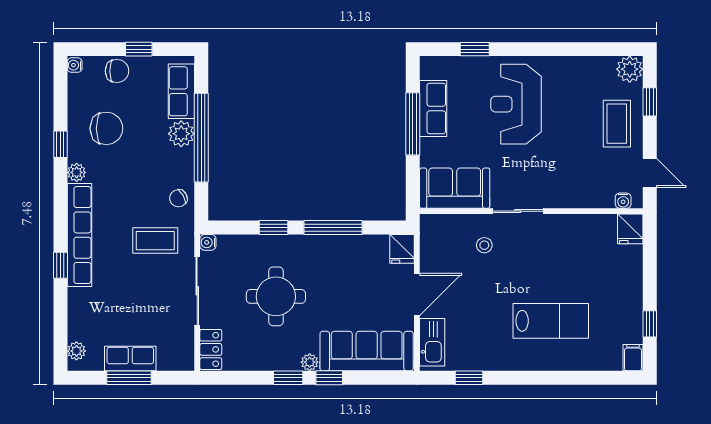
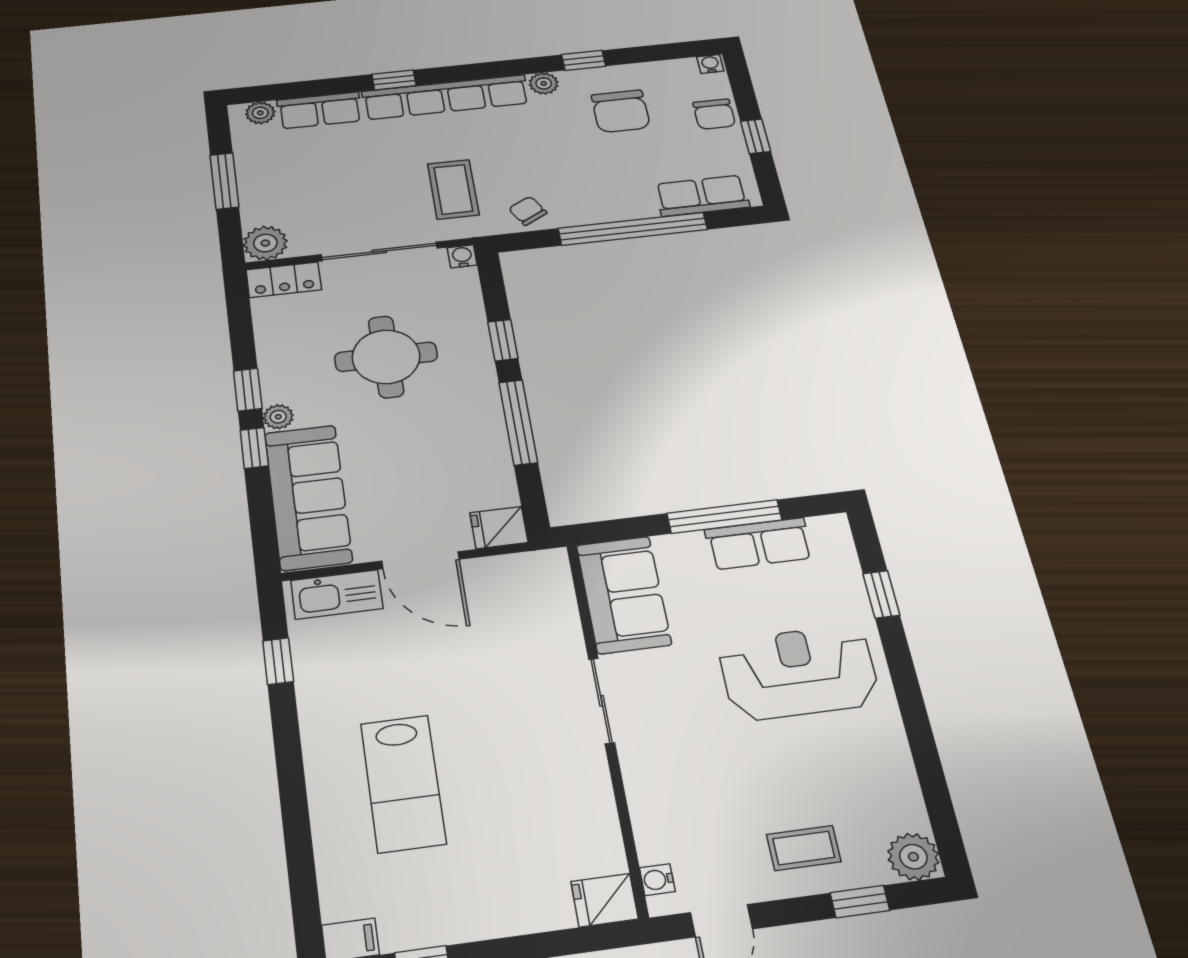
coffee table: (617, 124) -> (804, 848), width x0.73, depth x0.77
plant: (181, 134) -> (265, 243), moved
stool: (484, 245) -> (528, 655), removed
row of seats: (130, 359) -> (320, 110), moved, turned 90

